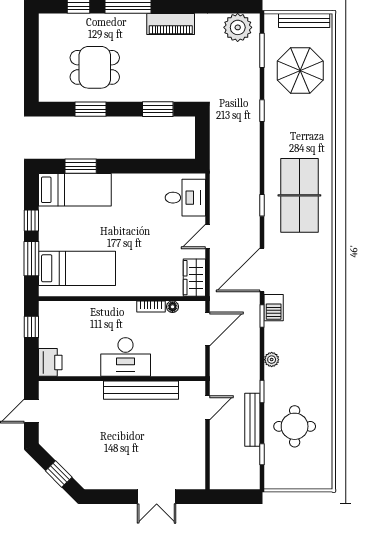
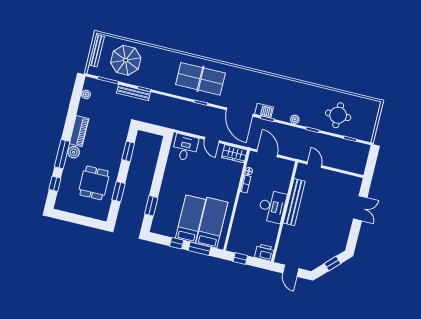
plant: (136, 23) -> (74, 152), added
plant: (238, 27) -> (86, 94), width x0.53, depth x0.53
bed: (75, 190) -> (191, 219), moved
bench: (252, 420) -> (133, 92), moved

